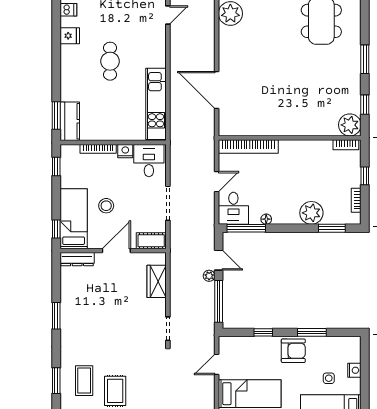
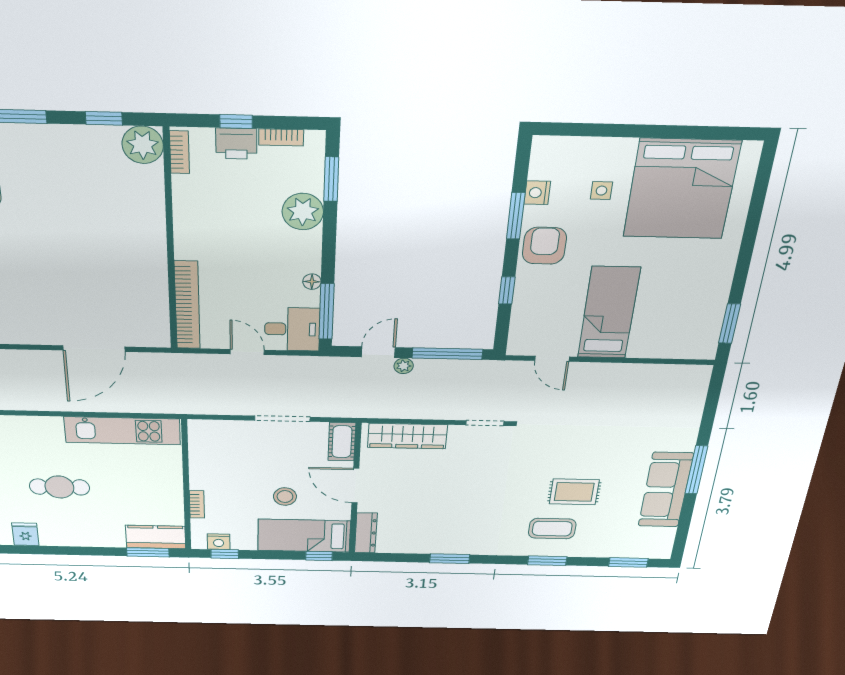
bookcase: (98, 149) -> (197, 504), width x0.64
nightstand: (125, 151) -> (219, 542), moved, turned -90
desk: (149, 161) -> (214, 442), removed
printer: (352, 176) -> (236, 144), added
wardrobe: (157, 281) -> (407, 436), width x1.50
nightstand: (354, 370) -> (537, 193), moved, turned -90

